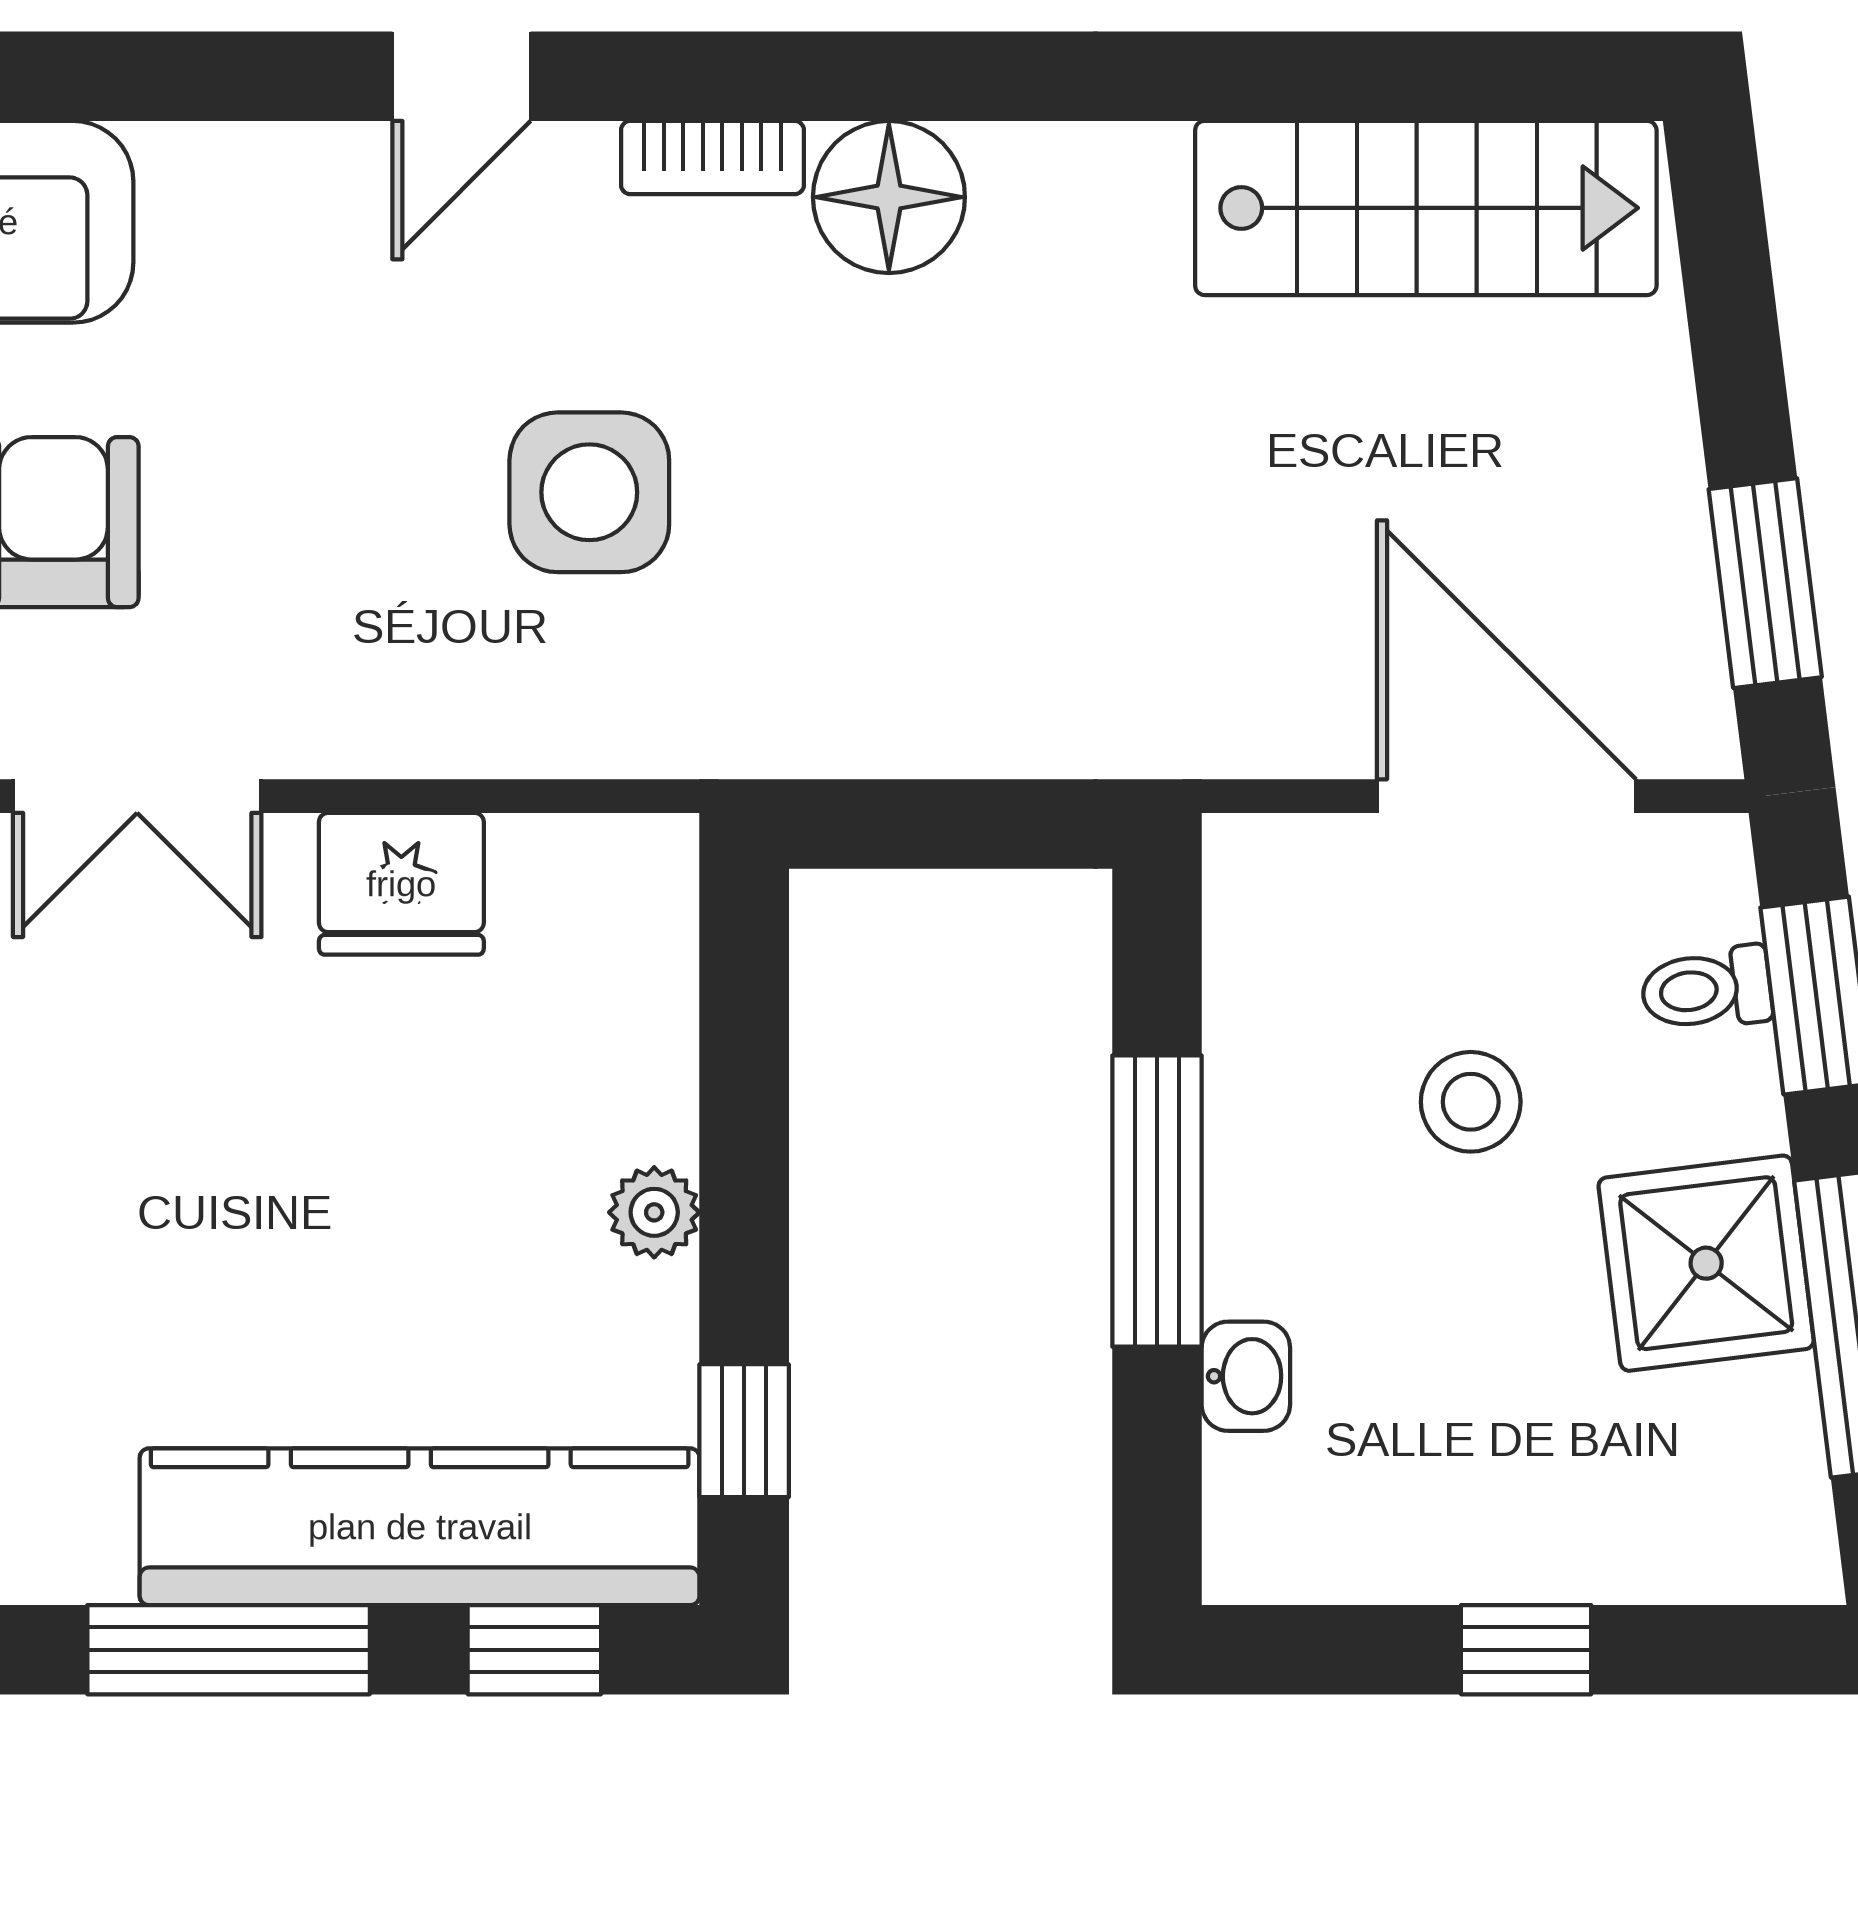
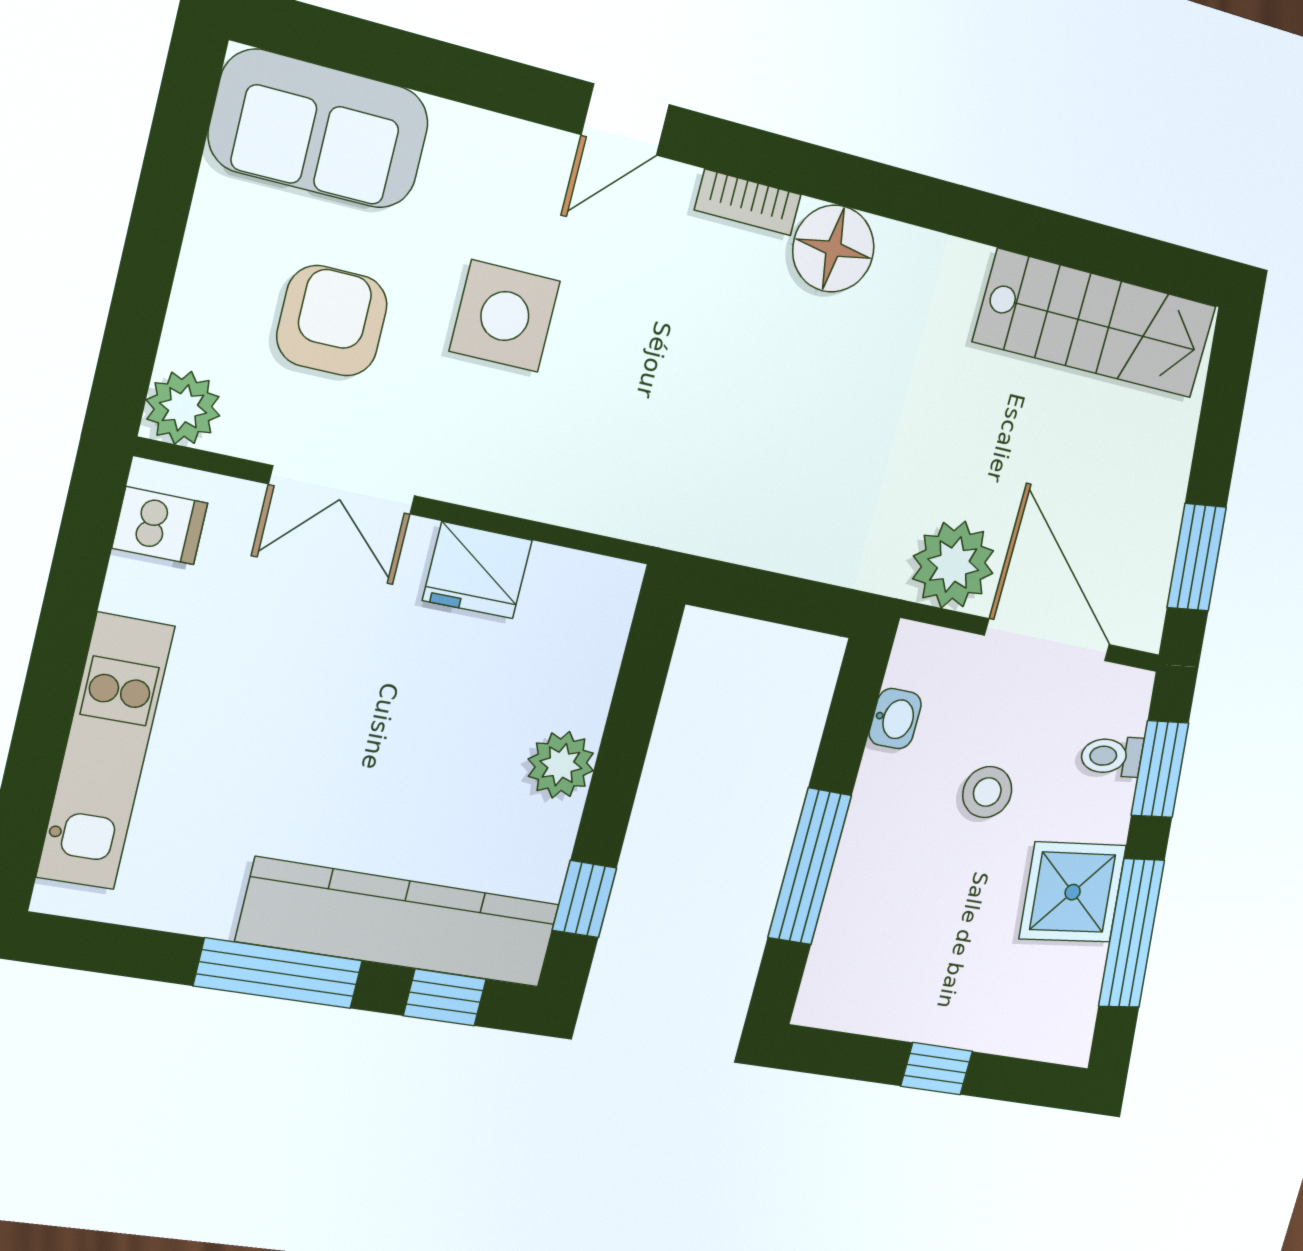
side table: (589, 492) -> (505, 316), moved
plant: (1277, 696) -> (953, 565), added
window: (1157, 1201) -> (810, 867), moved
plant: (654, 1212) -> (561, 765), width x1.38, depth x1.38
washbasin: (1246, 1376) -> (895, 719), moved

